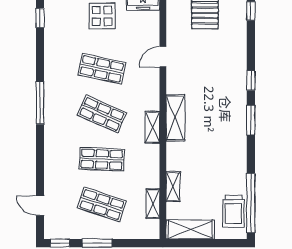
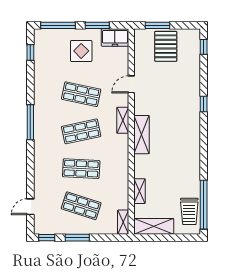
shop shelf: (102, 114) -> (81, 131), turned -36
window: (251, 120) -> (204, 136), removed
shelving: (152, 127) -> (123, 120), moved
shelving: (153, 204) -> (123, 222), moved
door: (40, 206) -> (30, 207), hinge flipped

